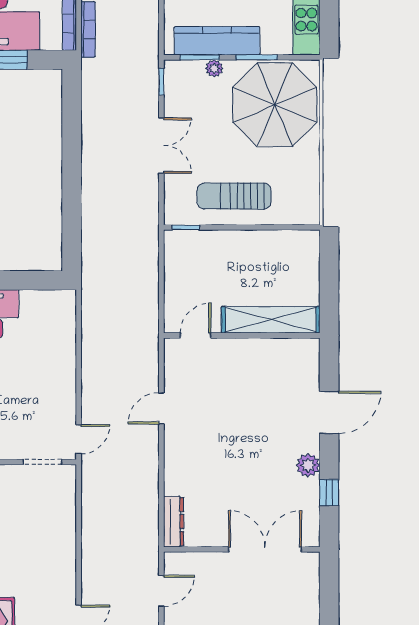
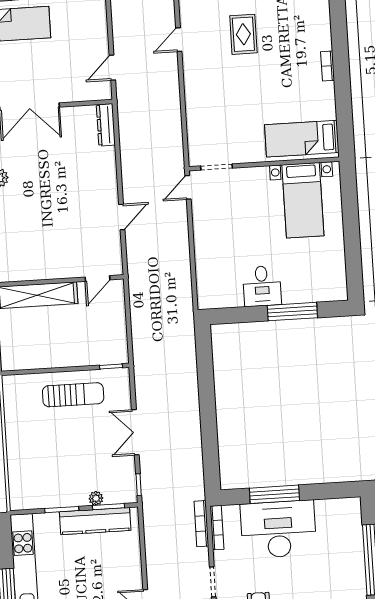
parasol: (275, 105) -> (45, 472), removed

